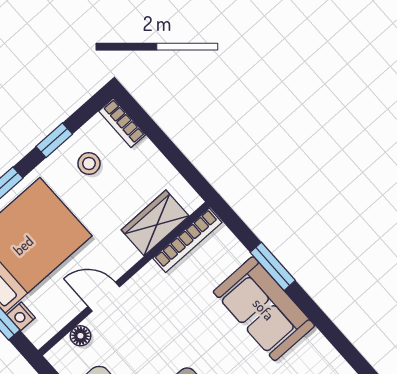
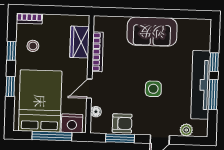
bookcase: (187, 240) -> (98, 52), moved
window: (273, 266) -> (139, 13), removed
nightstand: (21, 316) -> (72, 123), width x1.89, depth x1.79

